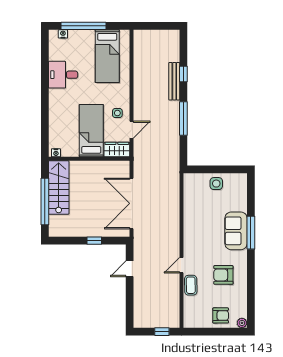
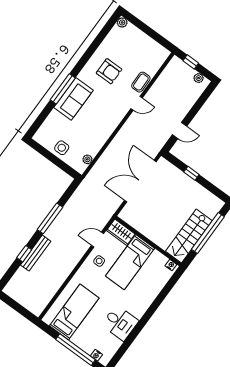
plant: (188, 189) -> (87, 159), added
double door: (132, 203) -> (140, 181), swing flipped
armchair: (221, 315) -> (135, 41), removed
plant: (146, 323) -> (199, 78), added

